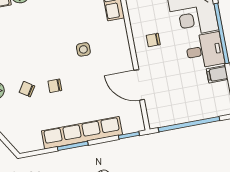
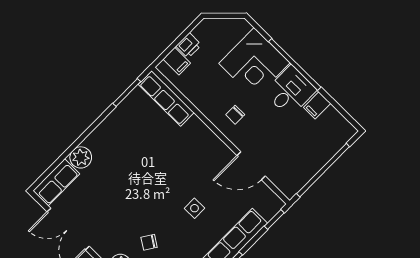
side table: (83, 49) -> (194, 208), moved
chair: (55, 86) -> (173, 221), removed

